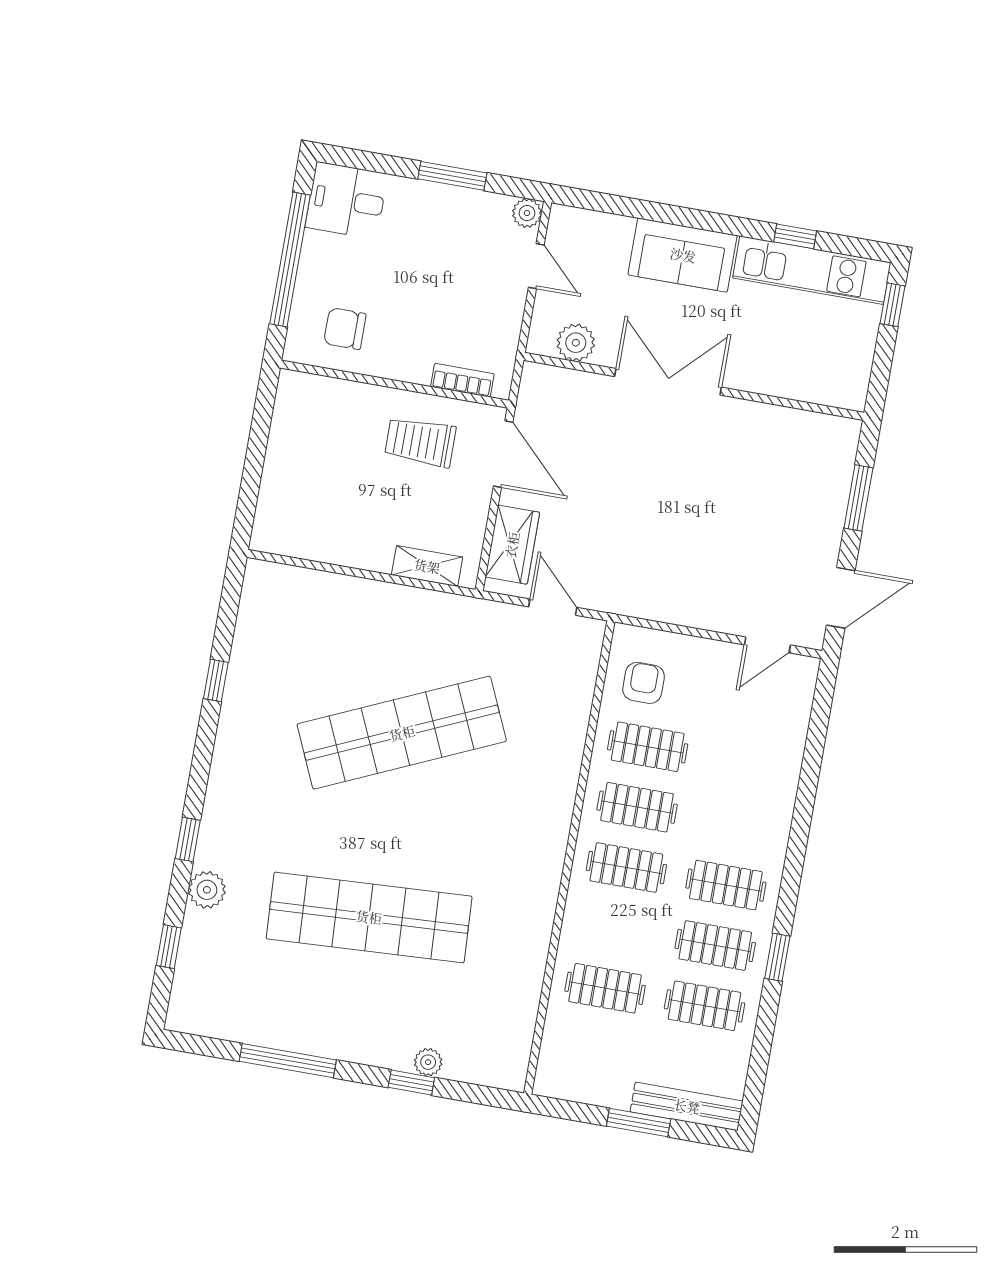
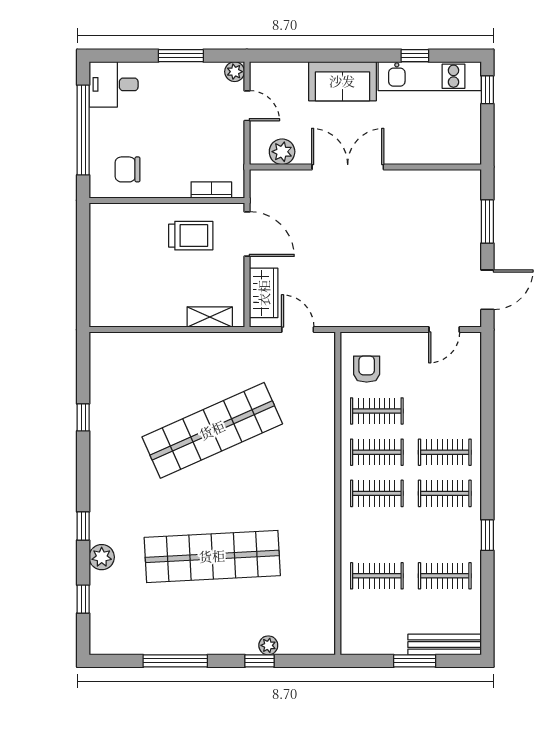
trolley: (420, 442) -> (191, 236), turned 180
clothes rail: (715, 945) -> (445, 452), moved

